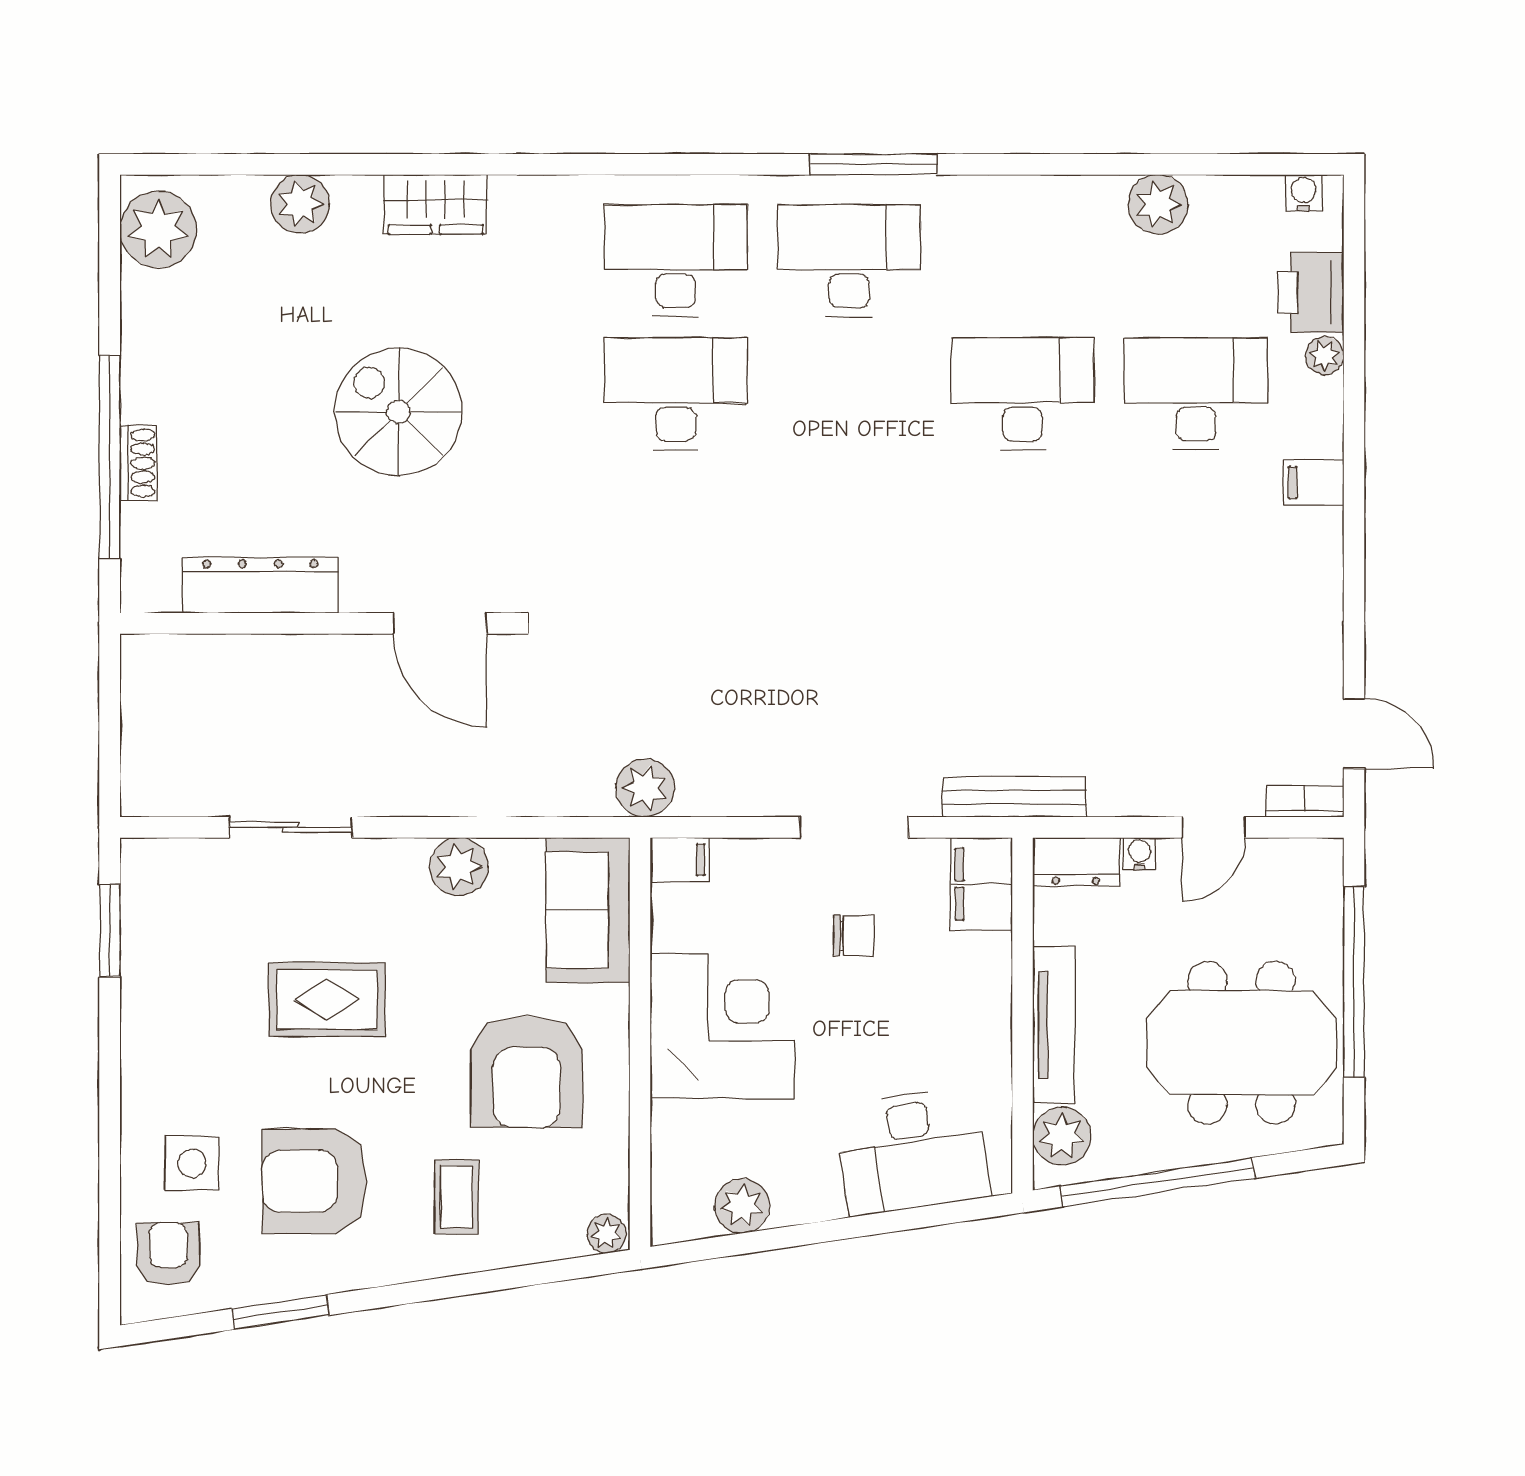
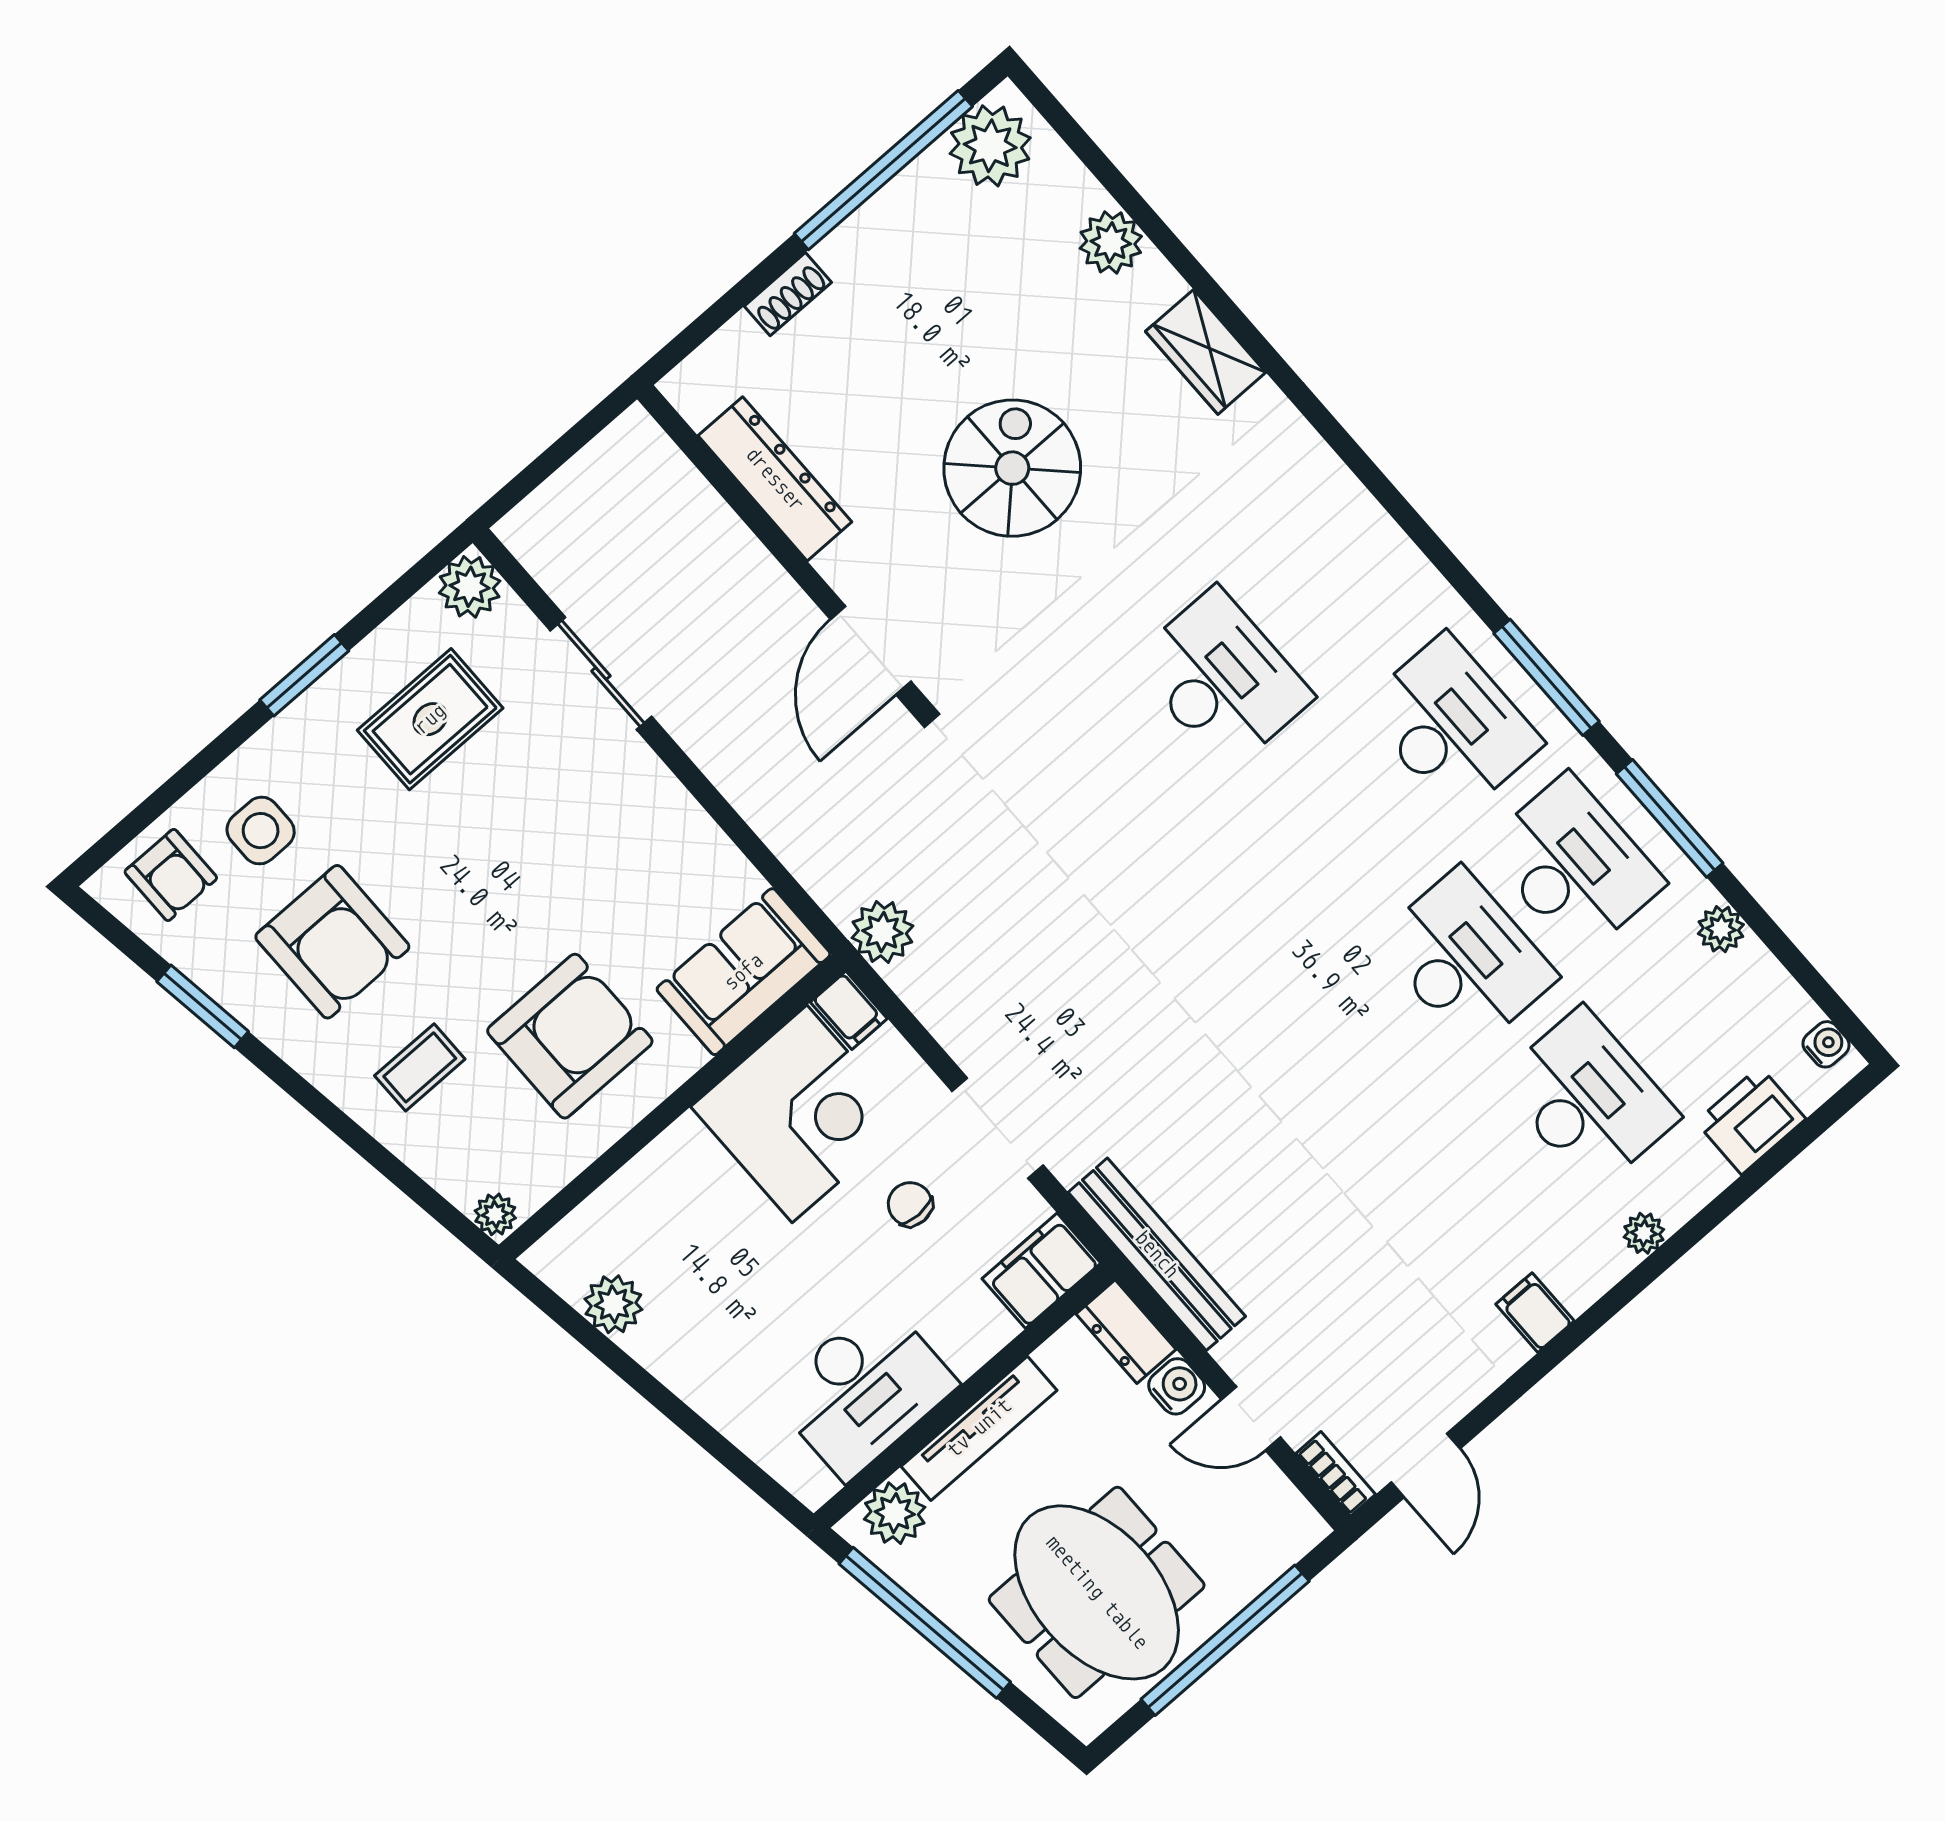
window: (1049, 164) -> (1670, 818), added
plant: (1158, 204) -> (1721, 929), width x0.73, depth x0.73
desk: (676, 261) -> (1574, 865), moved
plant: (1325, 356) -> (1644, 1233), moved
window: (110, 457) -> (883, 170), moved
filing cabinet: (1314, 483) -> (1535, 1313), moved
bench: (1014, 797) -> (1157, 1254), width x1.37, depth x1.21
water cooler: (1139, 854) -> (1177, 1386), width x1.38, depth x1.38
plant: (459, 867) -> (470, 587), moved
window: (110, 931) -> (304, 675), moved
chair: (854, 936) -> (910, 1204), turned 180
rug: (327, 1000) -> (430, 719), moved, turned 90
corner desk: (722, 1026) -> (799, 1114), moved
armchair: (527, 1072) -> (570, 1036), turned 180
desk: (912, 1151) -> (864, 1389), moved, turned -82
armchair: (314, 1181) -> (332, 942), turned 180
armchair: (168, 1254) -> (171, 875), turned 90

